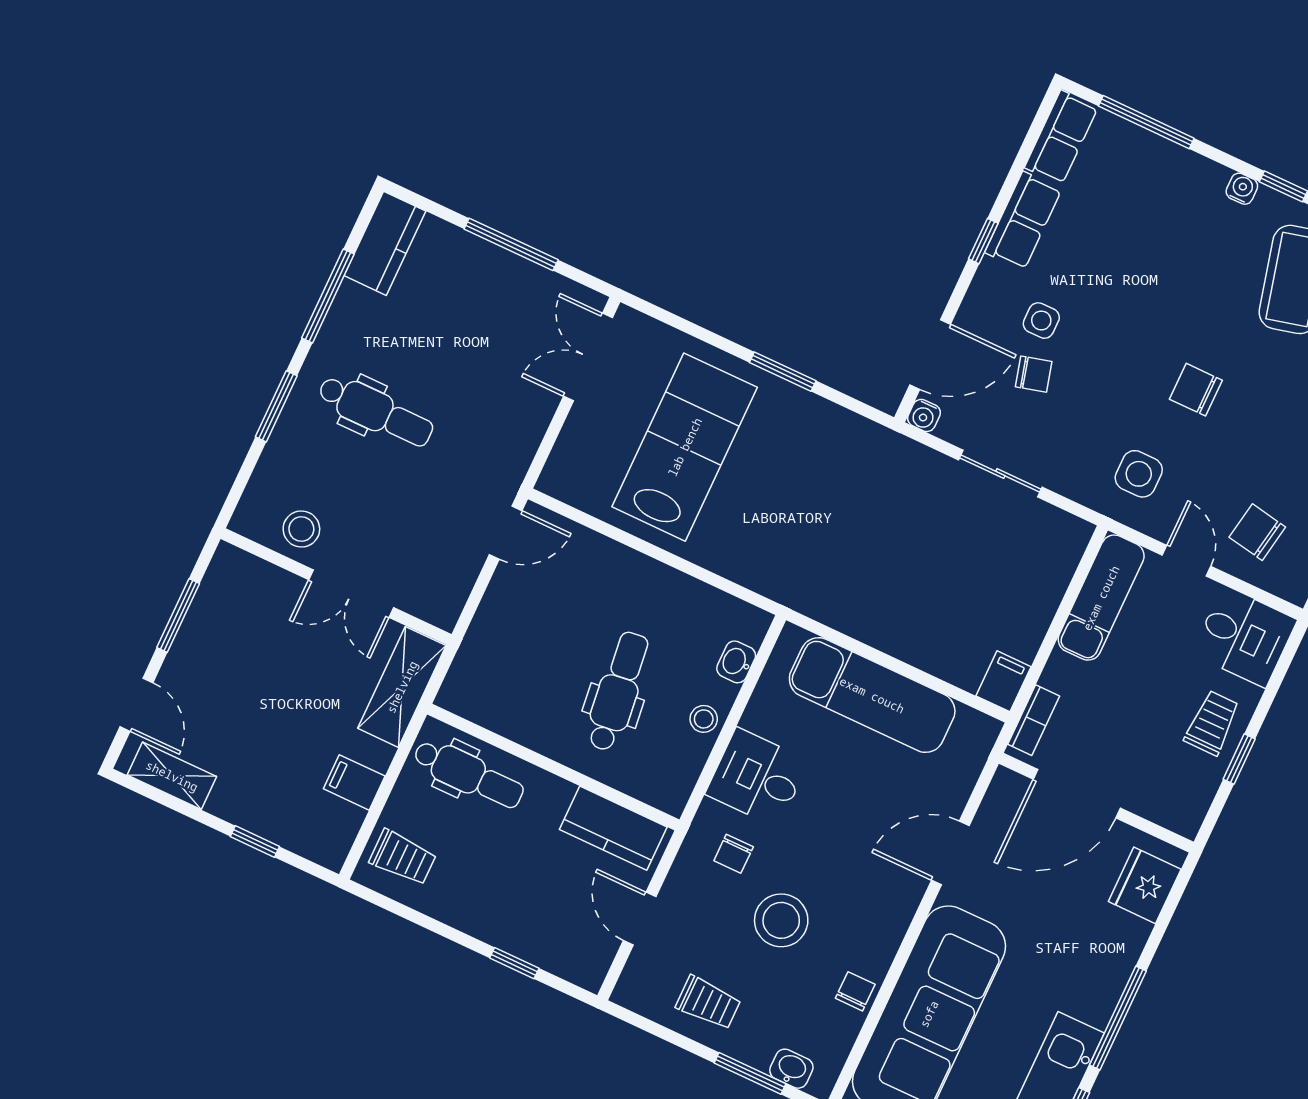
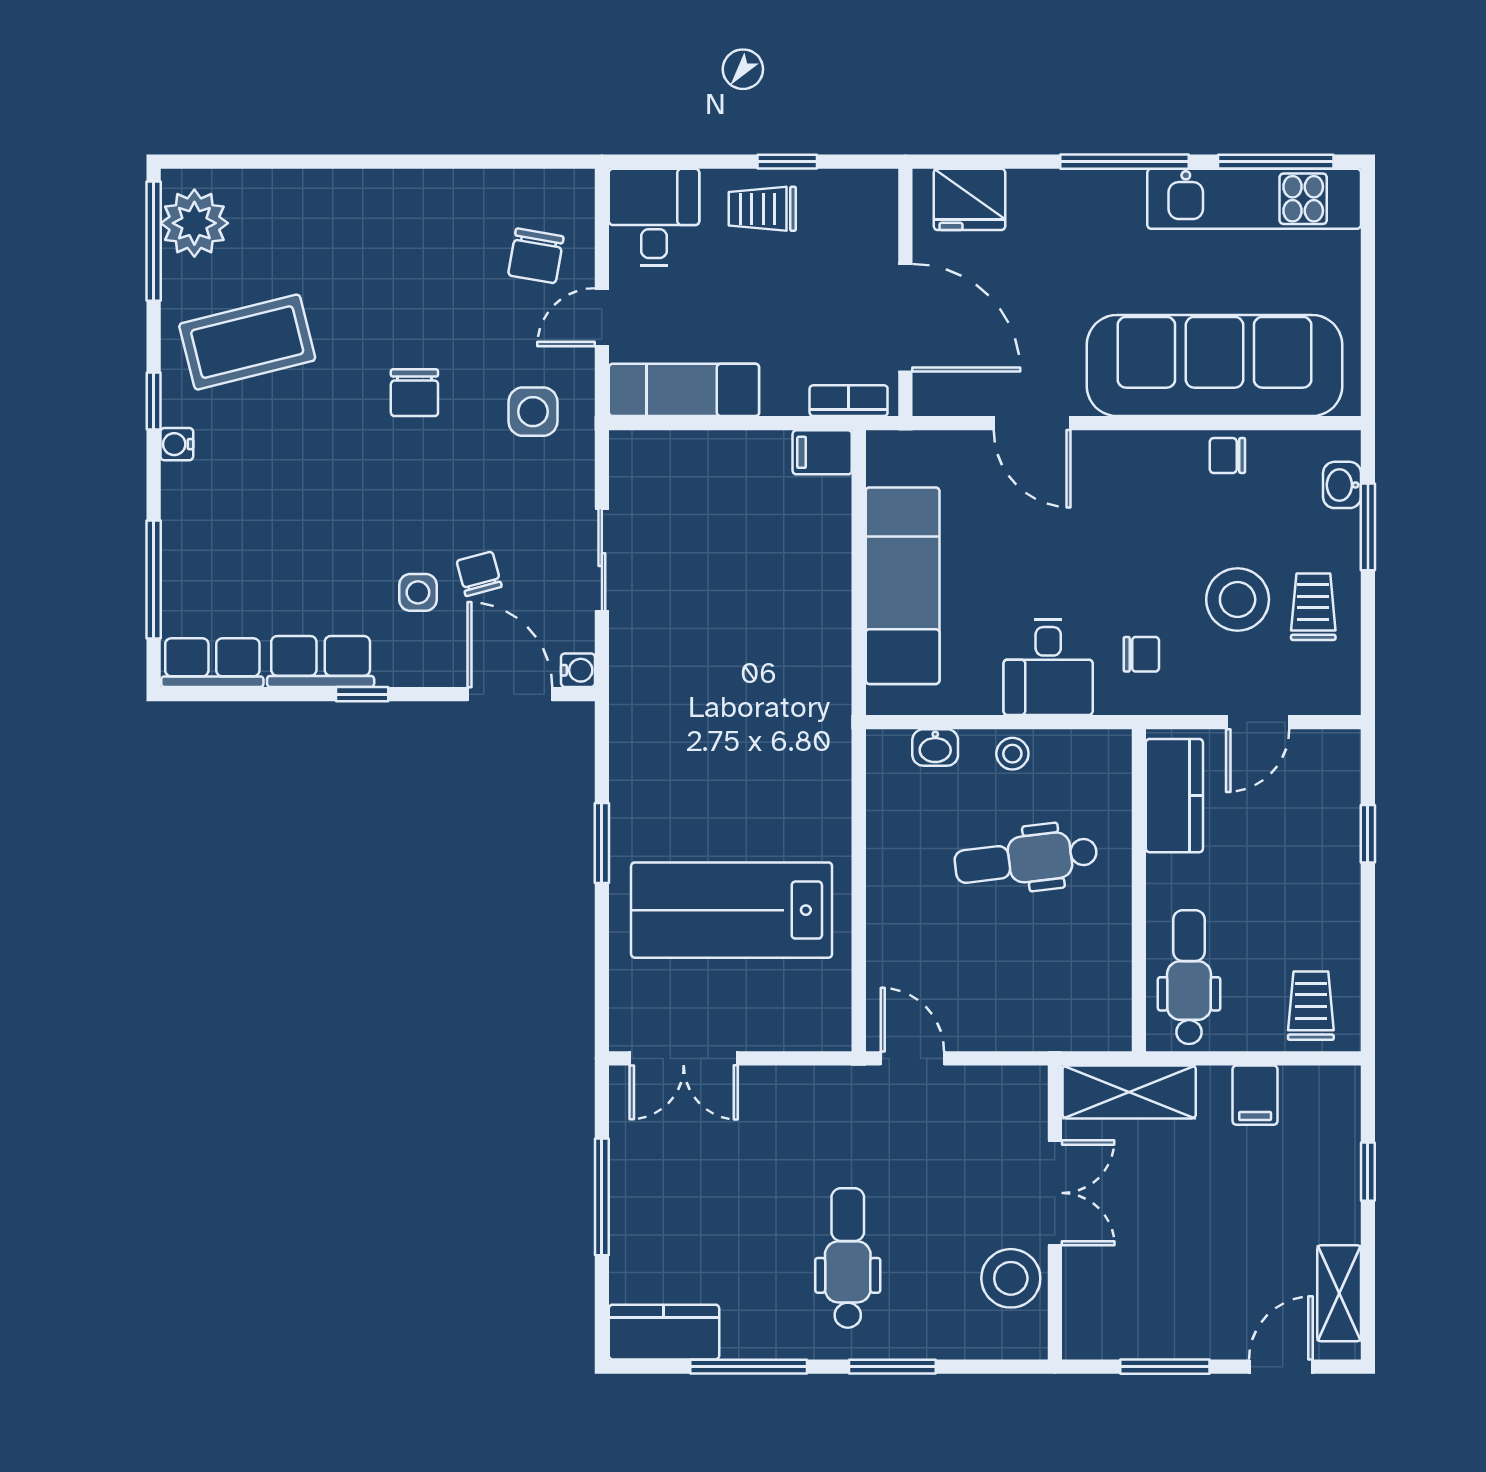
stool: (301, 529) -> (1011, 1278), width x1.38, depth x1.38
stool: (781, 920) -> (1238, 600), moved

